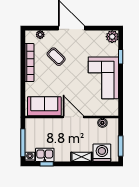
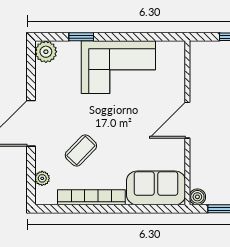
sofa: (44, 106) -> (156, 188), moved, turned 90
boiler: (102, 123) -> (197, 197), moved

